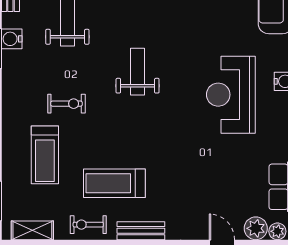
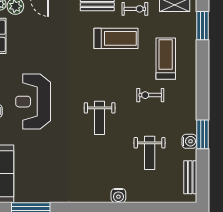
reception desk: (231, 95) -> (33, 102), turned 180

